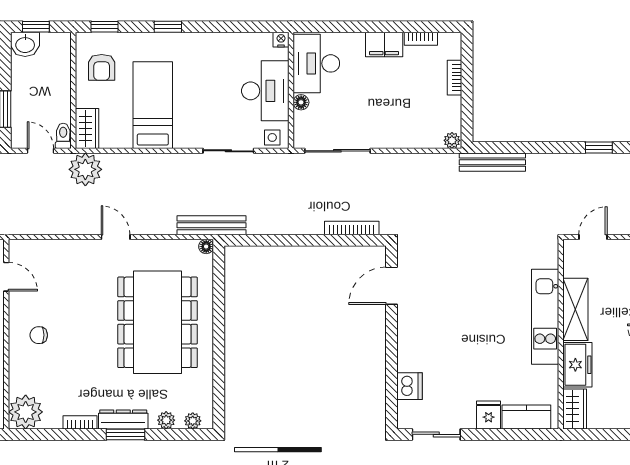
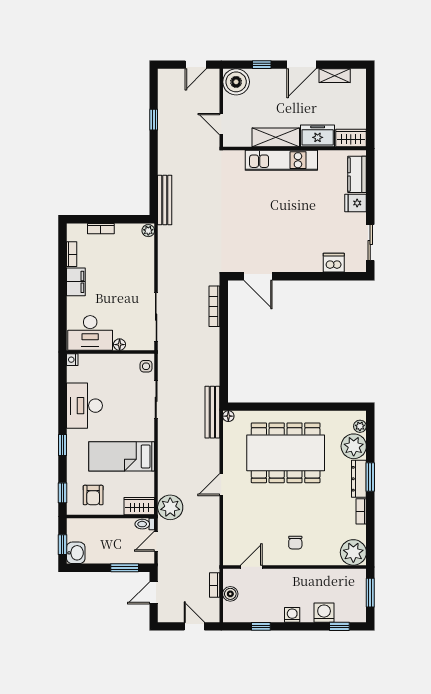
armchair: (102, 67) -> (93, 495), turned 90
desk: (265, 91) -> (84, 406), moved, turned -90
plant: (166, 420) -> (354, 446), width x1.87, depth x1.87

